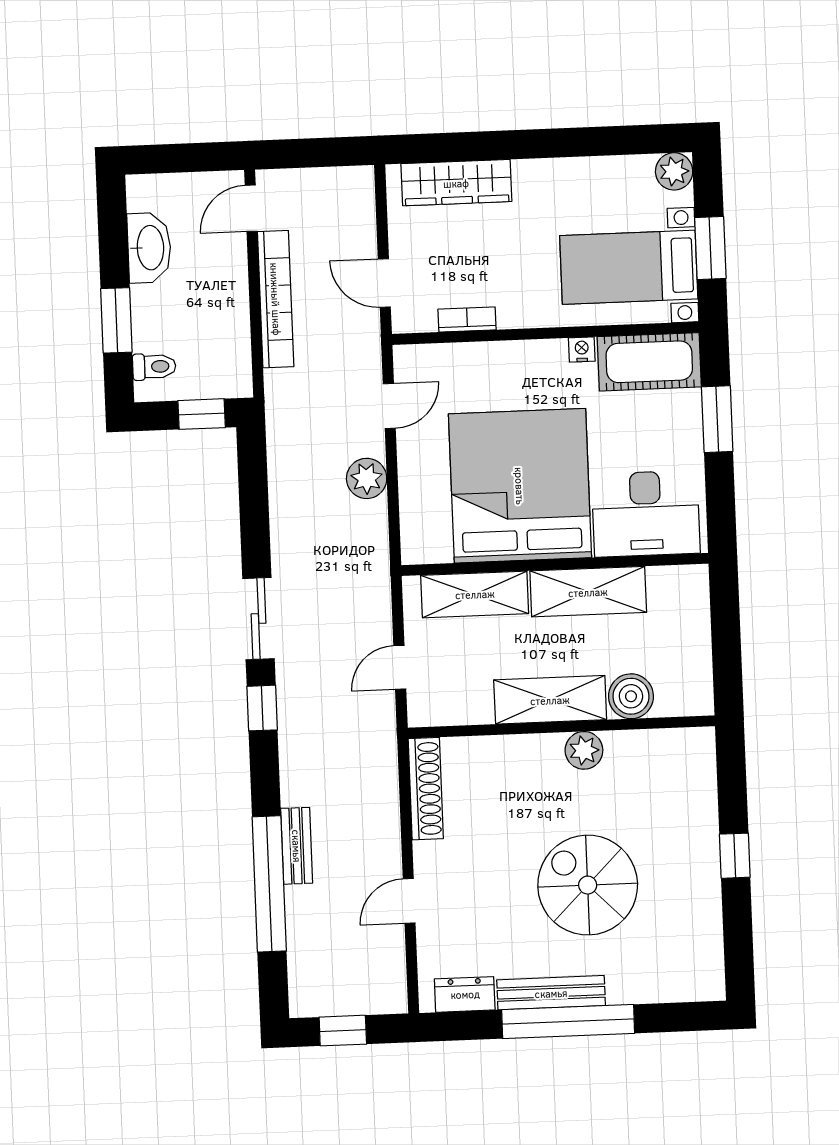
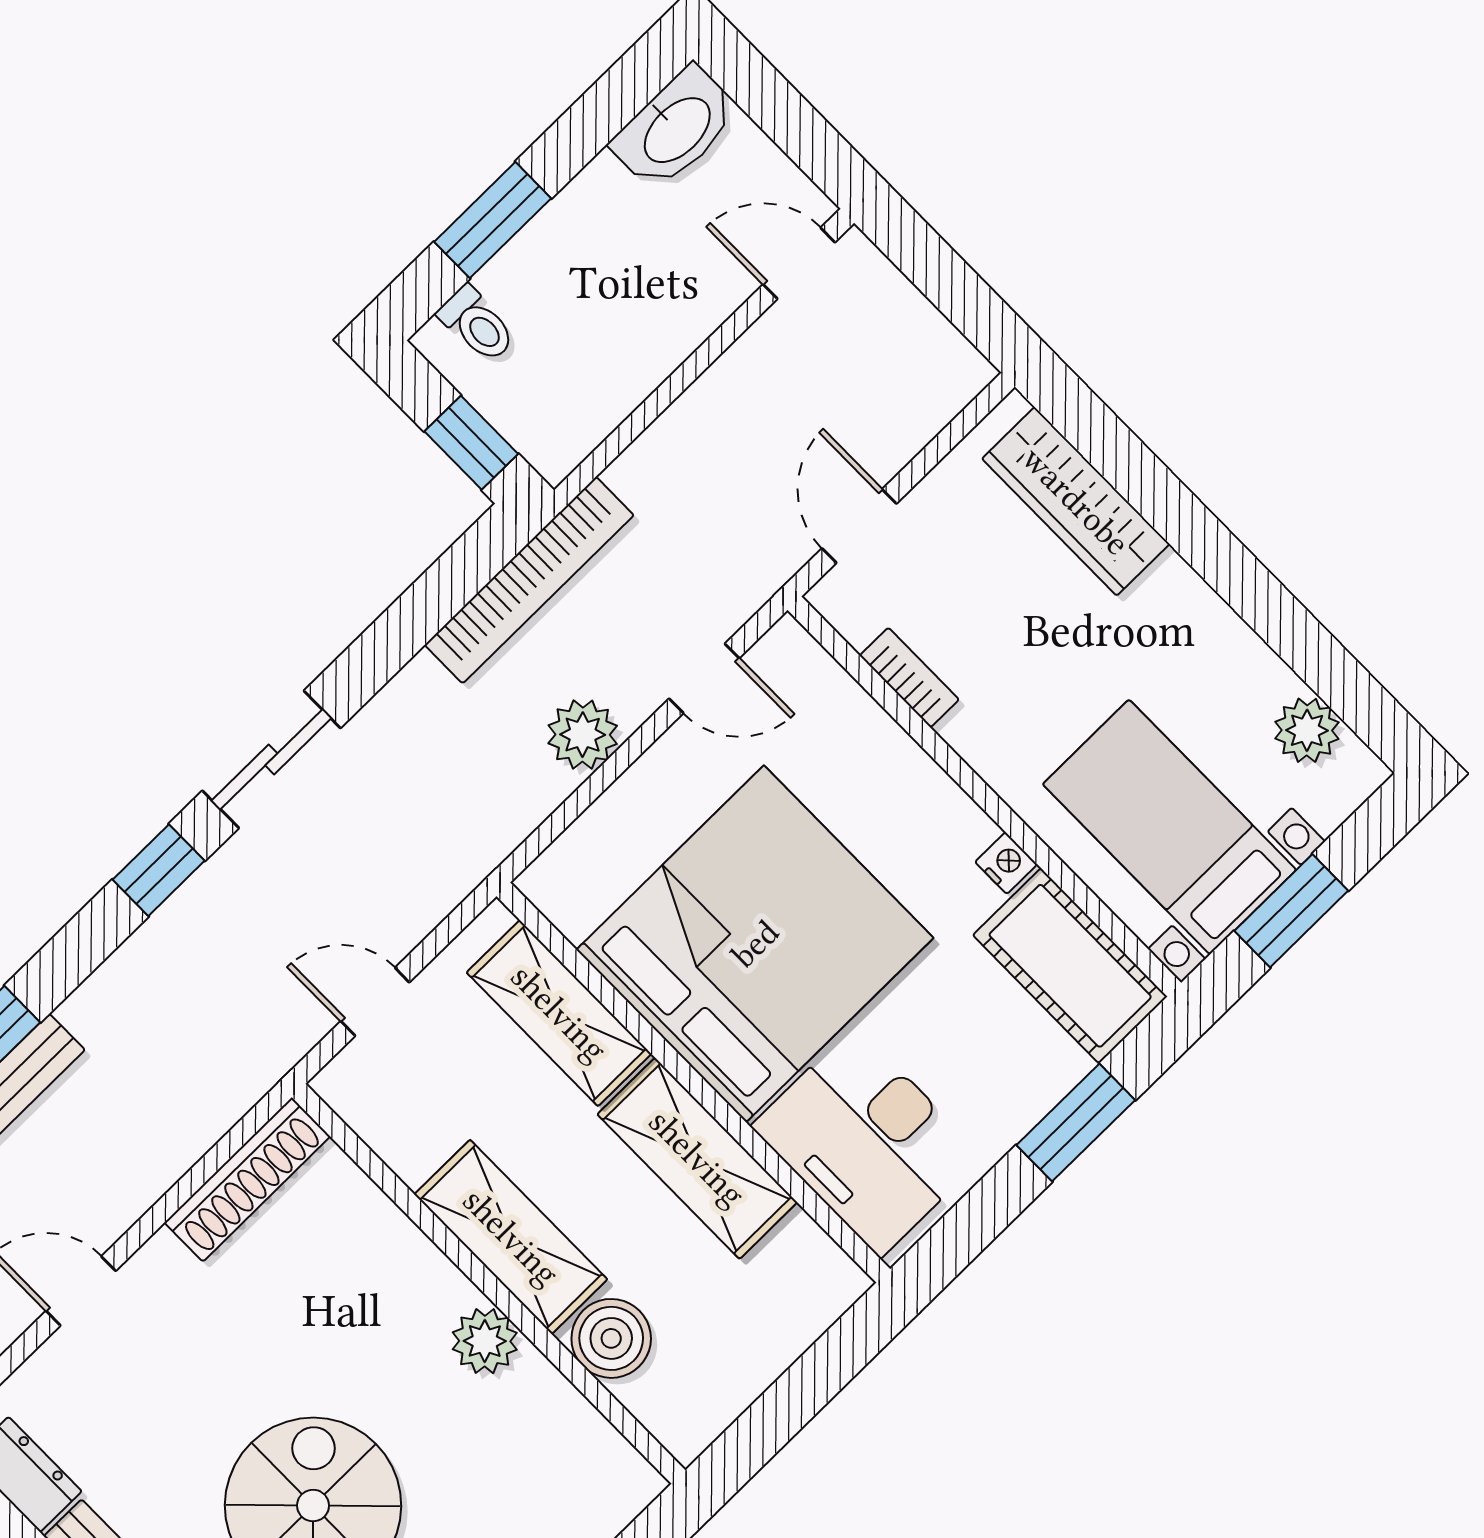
plant: (674, 171) -> (1307, 730), moved
washbasin: (149, 248) -> (676, 128), moved
bookcase: (276, 299) -> (529, 580), moved

